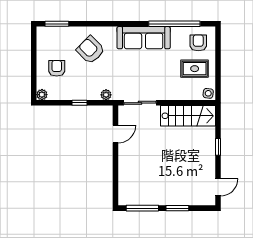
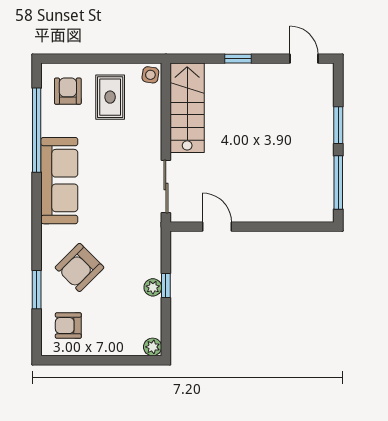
window: (57, 24) -> (37, 290), moved
armchair: (198, 43) -> (68, 91), turned 90
armchair: (57, 68) -> (68, 326), moved
plant: (106, 95) -> (153, 287), moved

